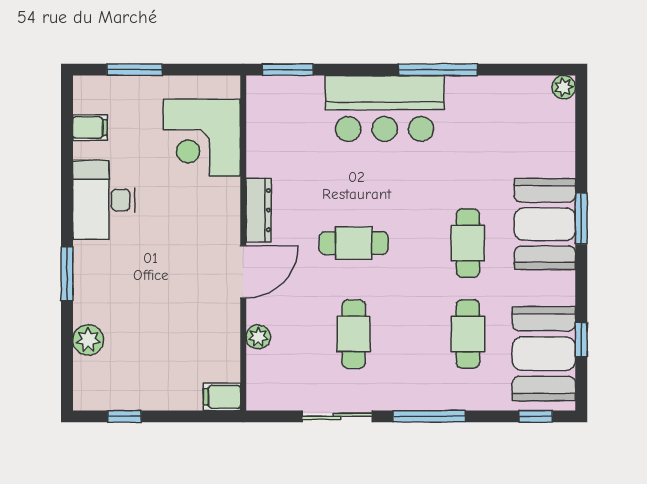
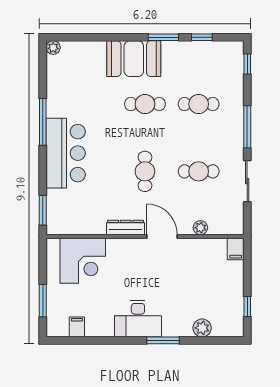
desk: (104, 200) -> (138, 319), moved
window: (581, 219) -> (163, 37), moved
booth: (544, 354) -> (210, 59), removed

